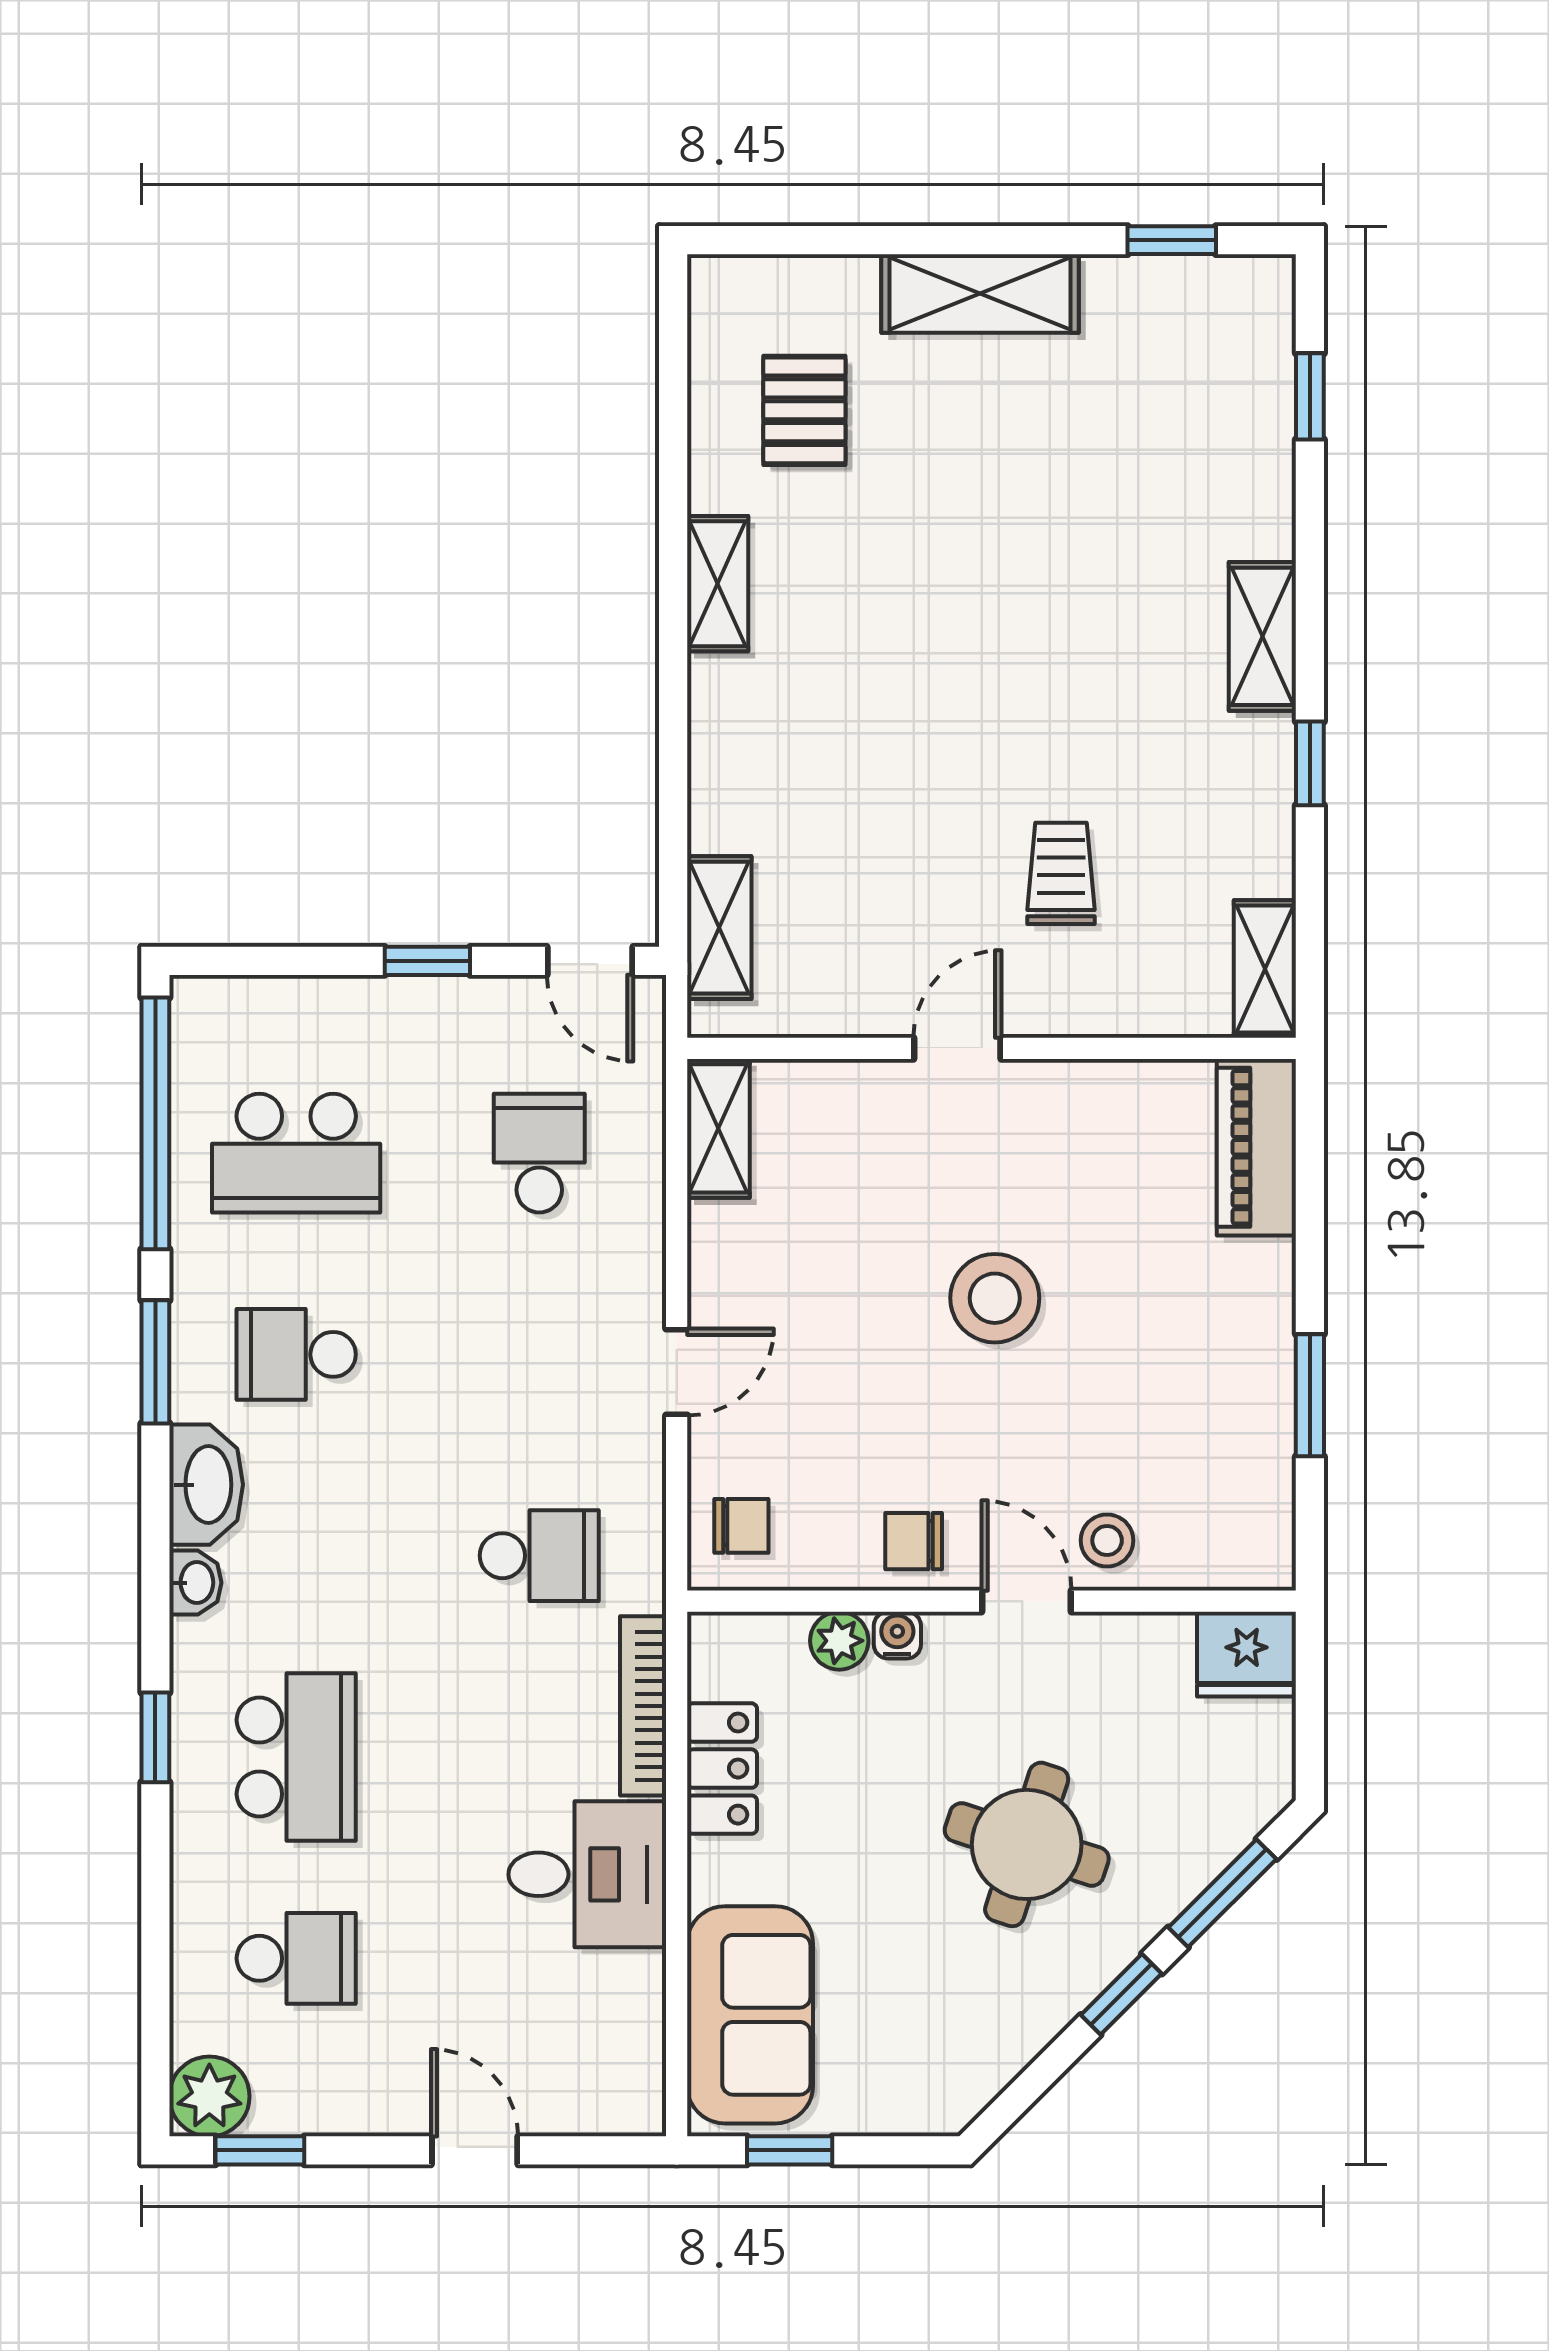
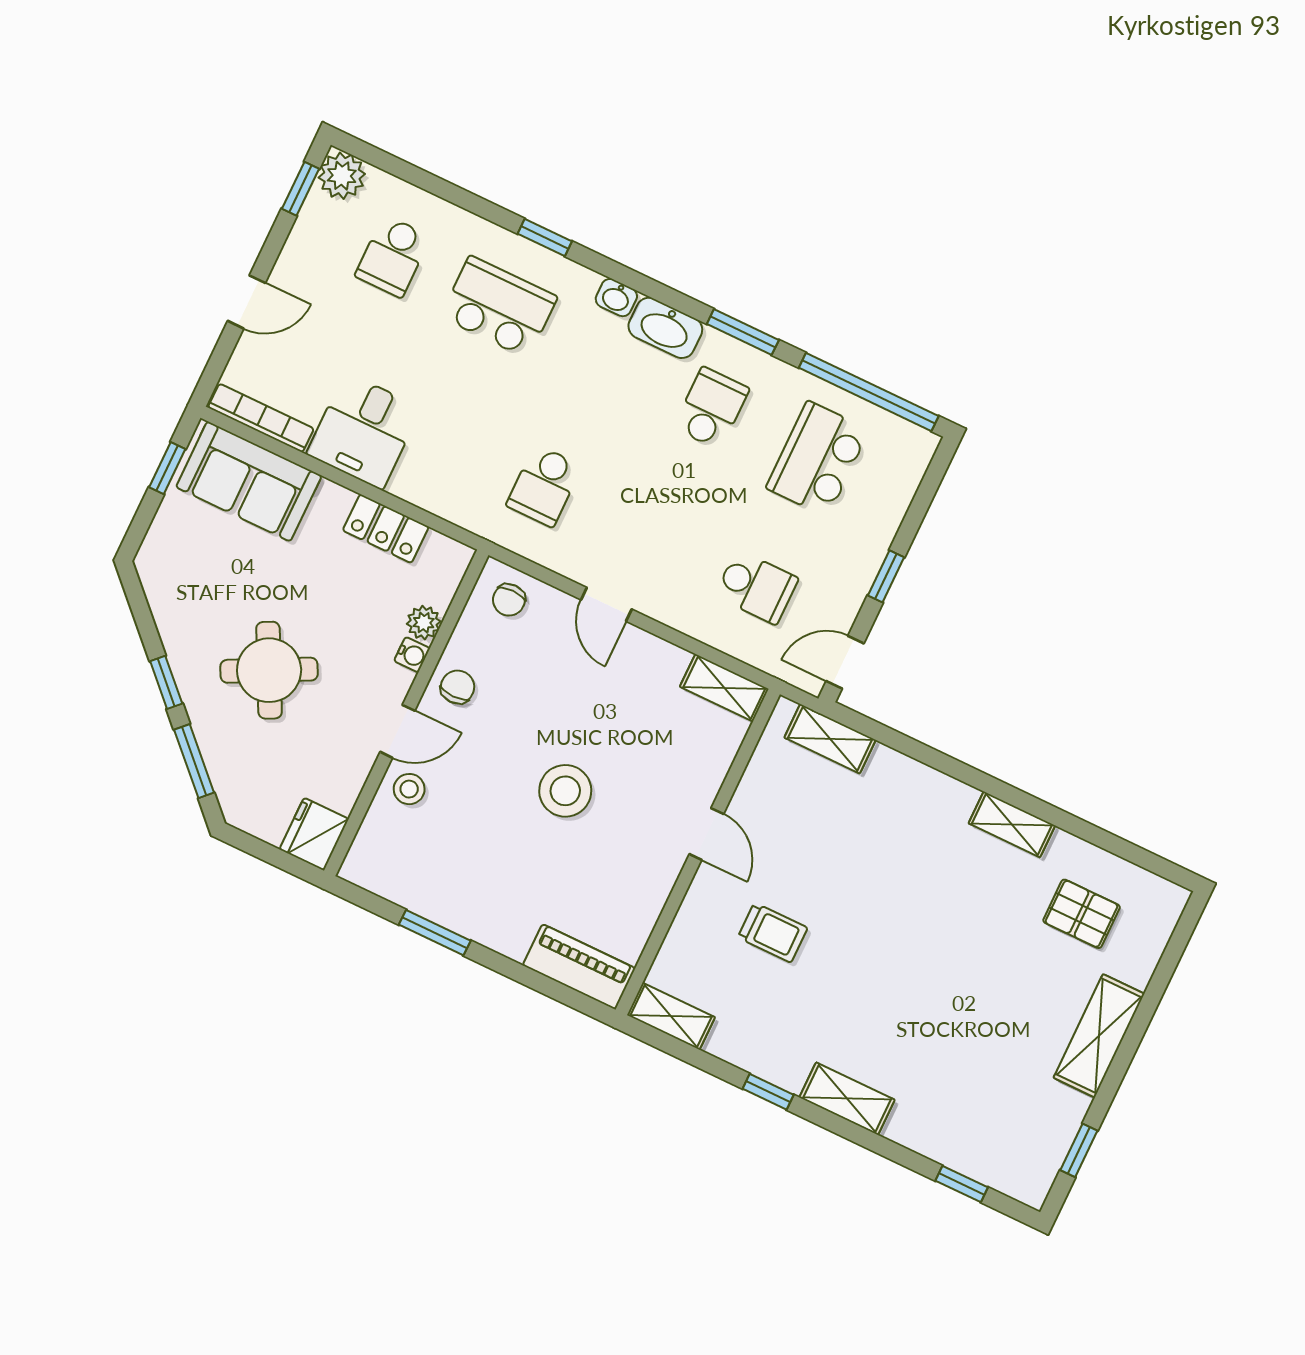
bookcase: (643, 1706) -> (261, 418), moved
school desk: (296, 1757) -> (499, 307), turned 180
round table: (1027, 1844) -> (269, 670), turned 45

